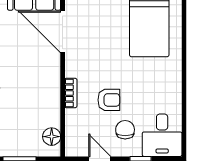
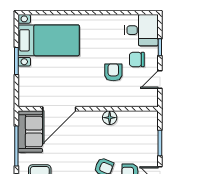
bookcase: (71, 93) -> (108, 102), removed
floor lamp: (52, 137) -> (110, 118), moved

